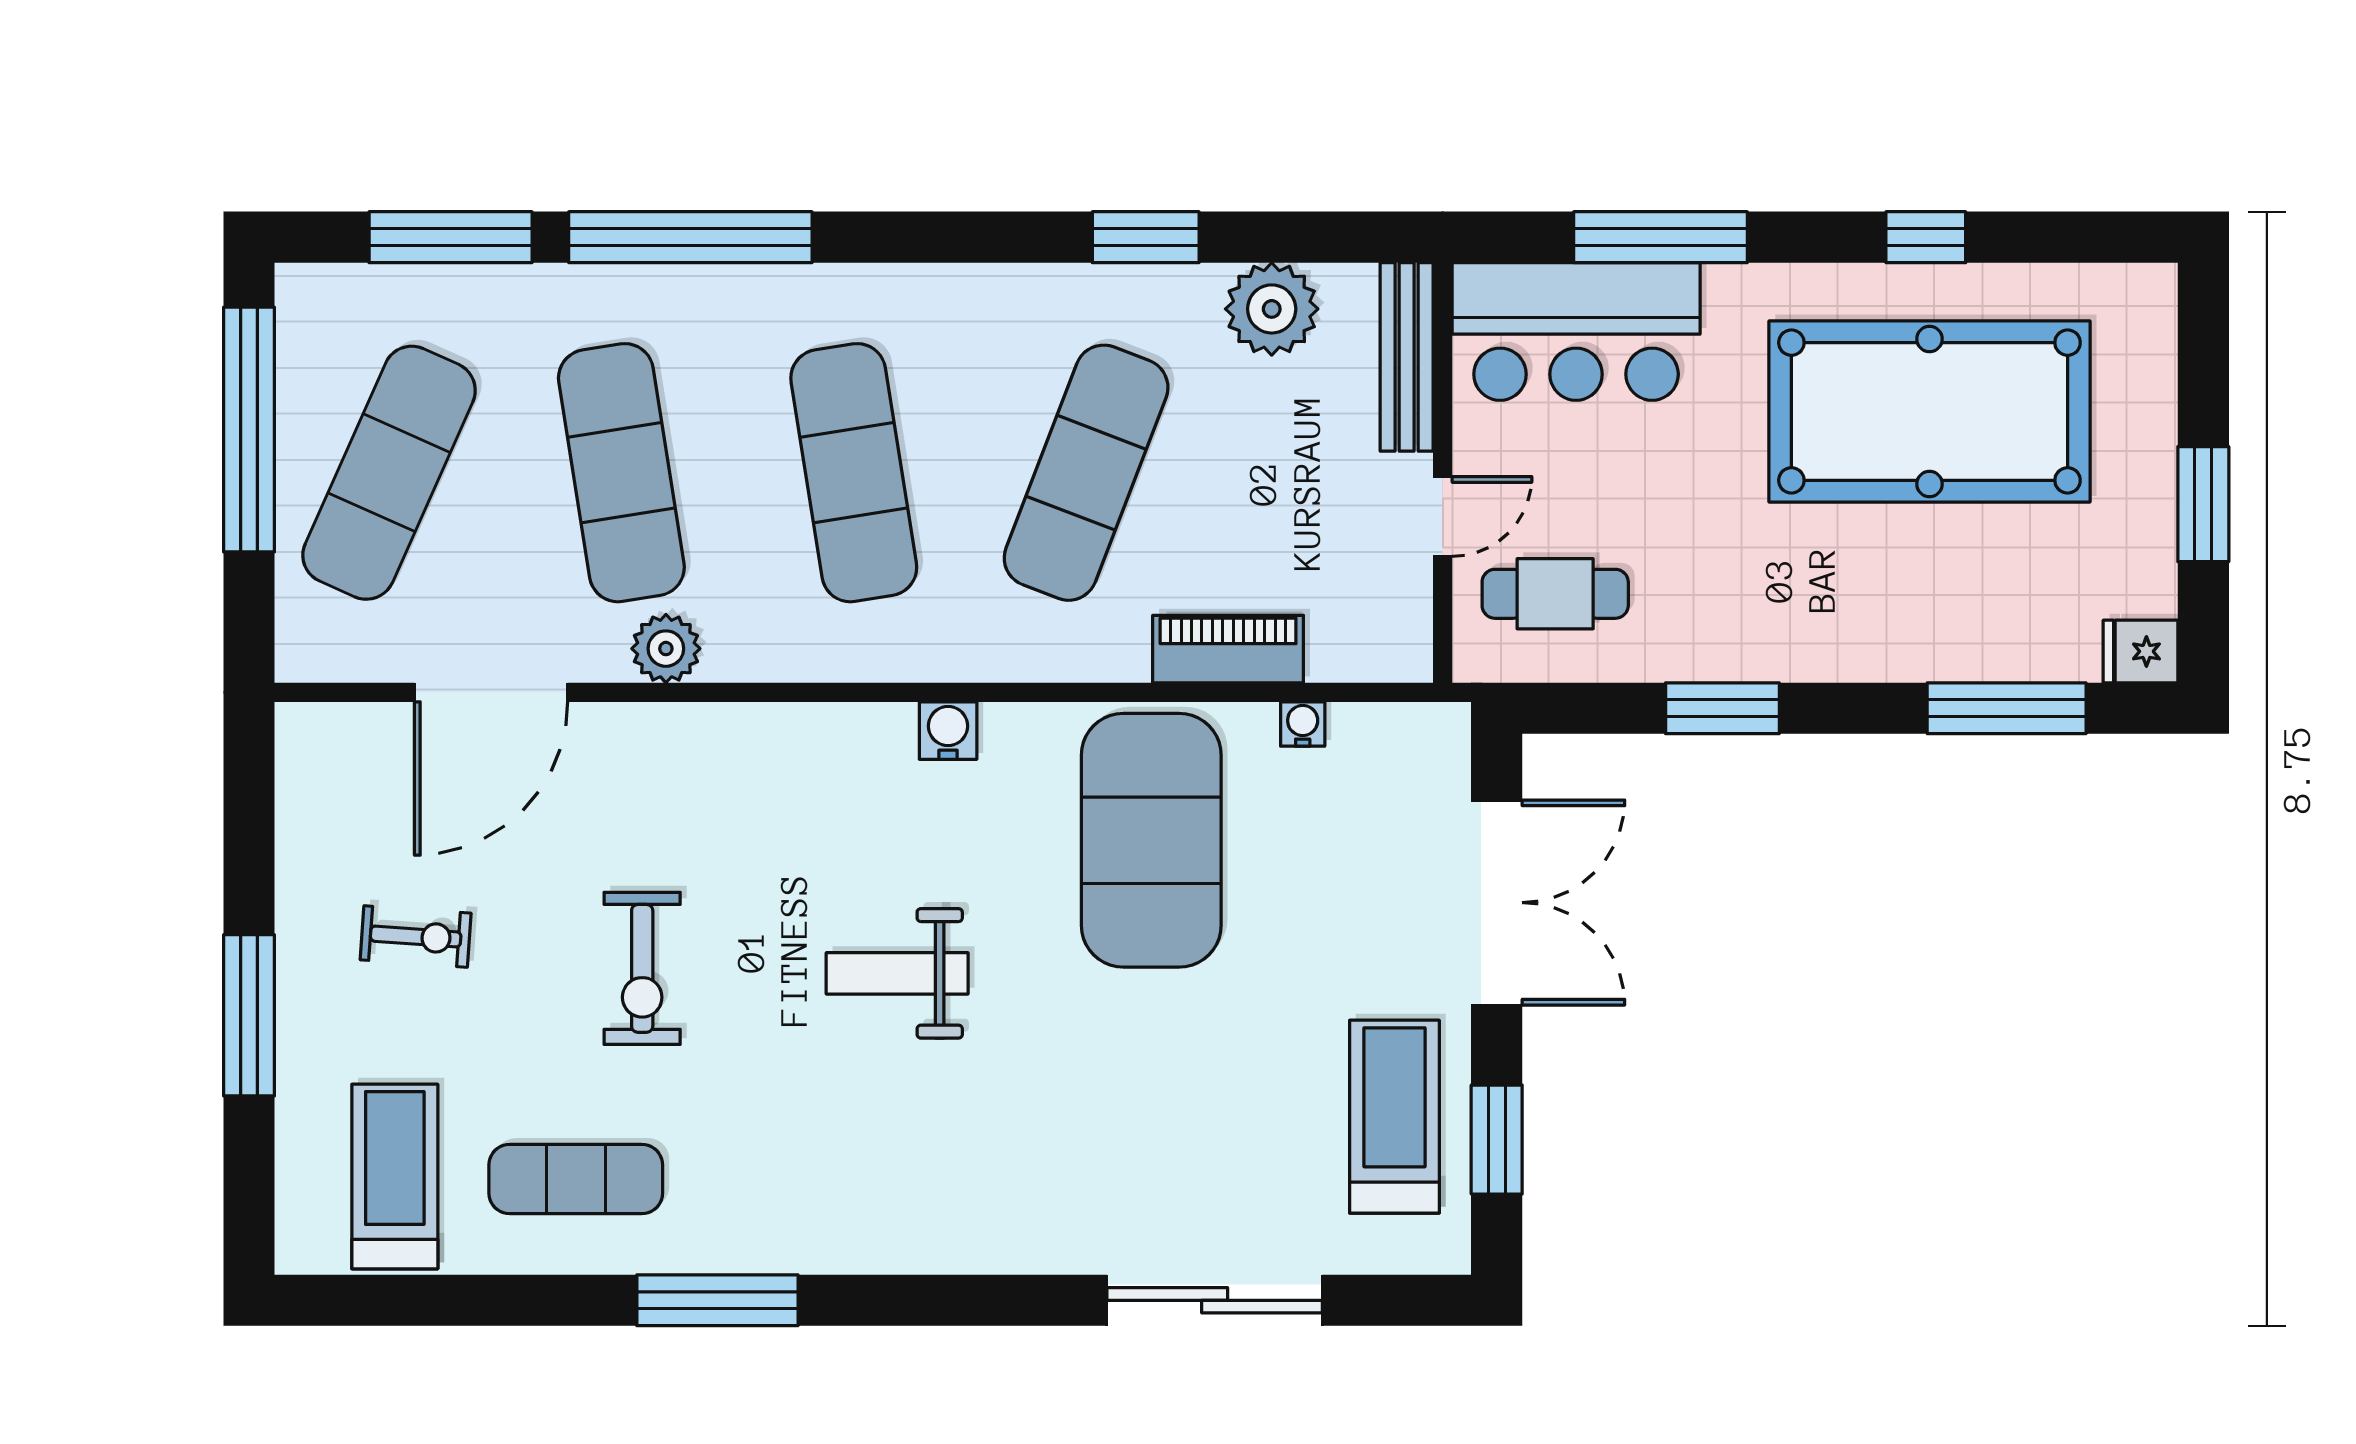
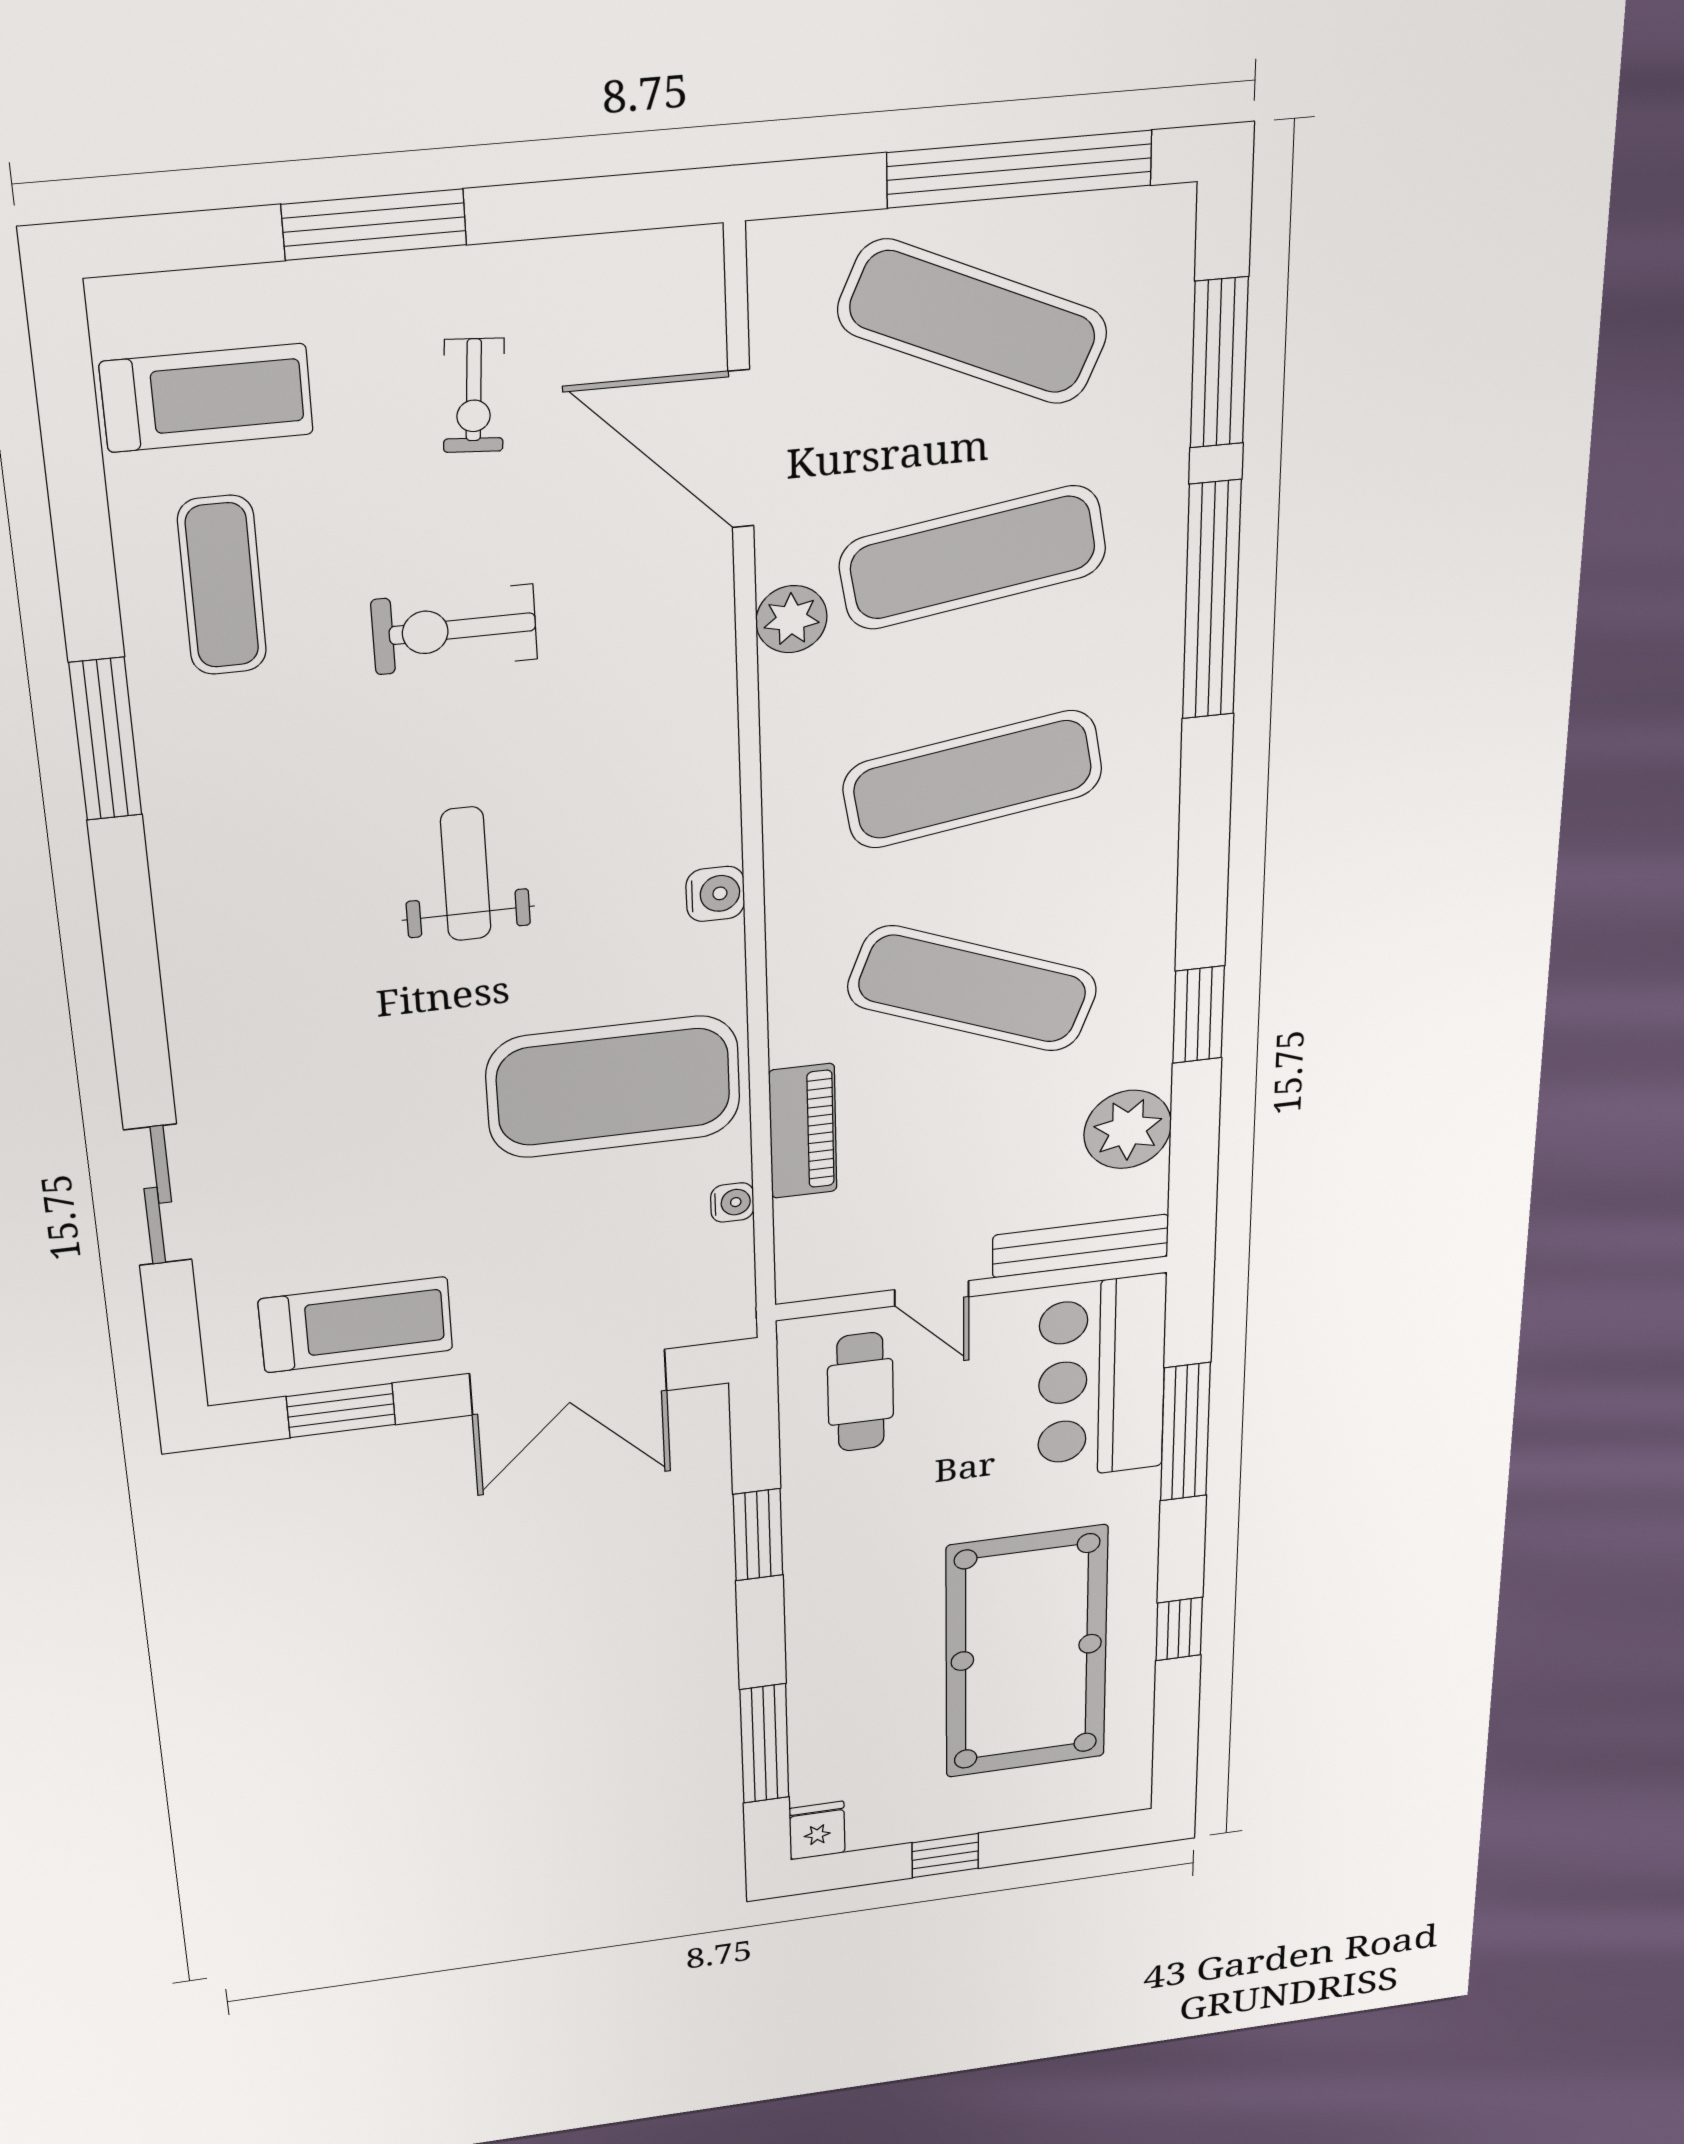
window: (2203, 504) -> (945, 1856), width x0.67
sliding door: (1215, 1300) -> (158, 1195), width x0.73

